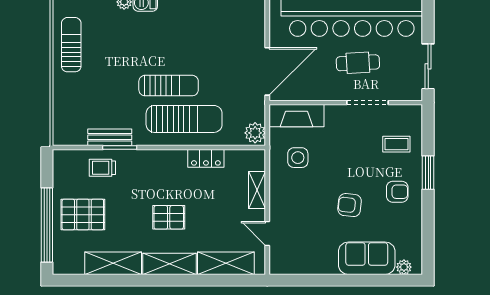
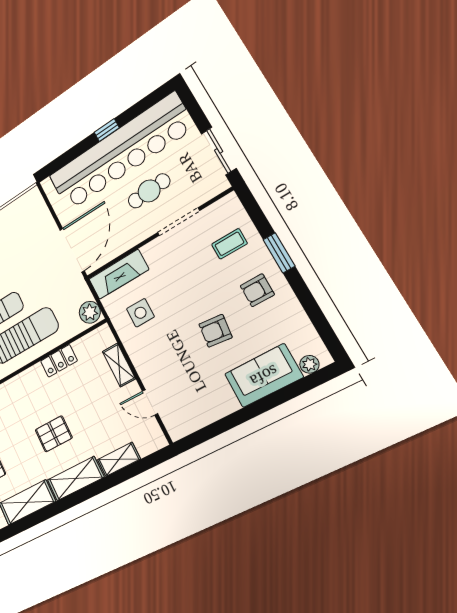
armchair: (397, 192) -> (257, 290), turned 180
shelving: (226, 263) -> (119, 459), width x0.67, depth x0.75

